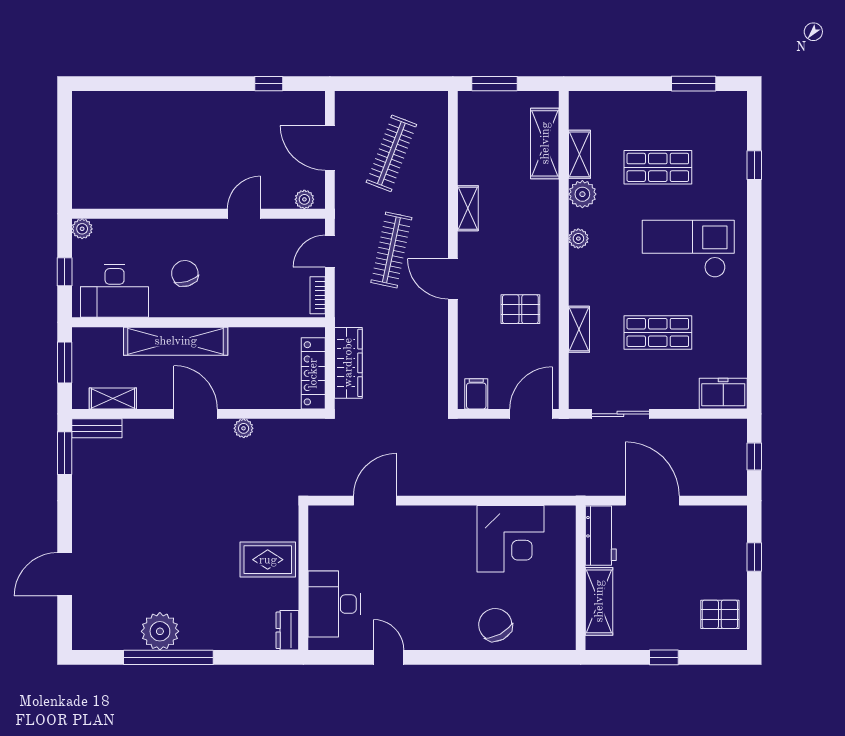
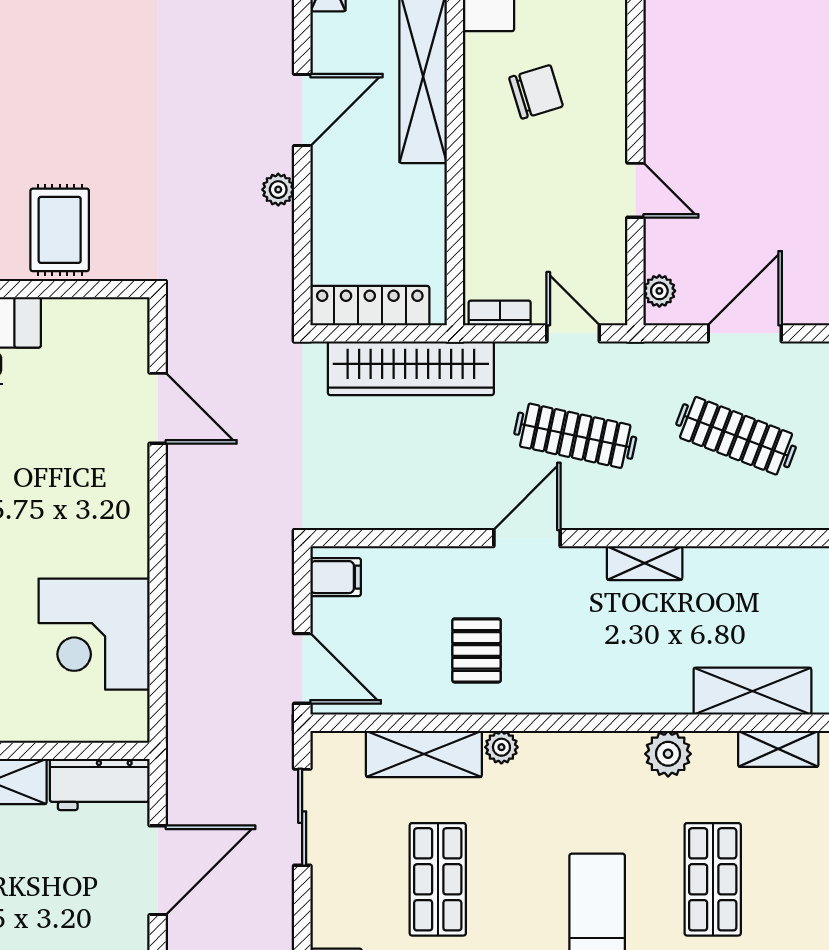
shelving: (579, 154) -> (778, 749), moved
plant: (578, 239) -> (501, 747), moved
shelving: (579, 329) -> (424, 754), width x1.50, depth x1.33
wardrobe: (348, 363) -> (411, 368), width x1.40, depth x1.17

